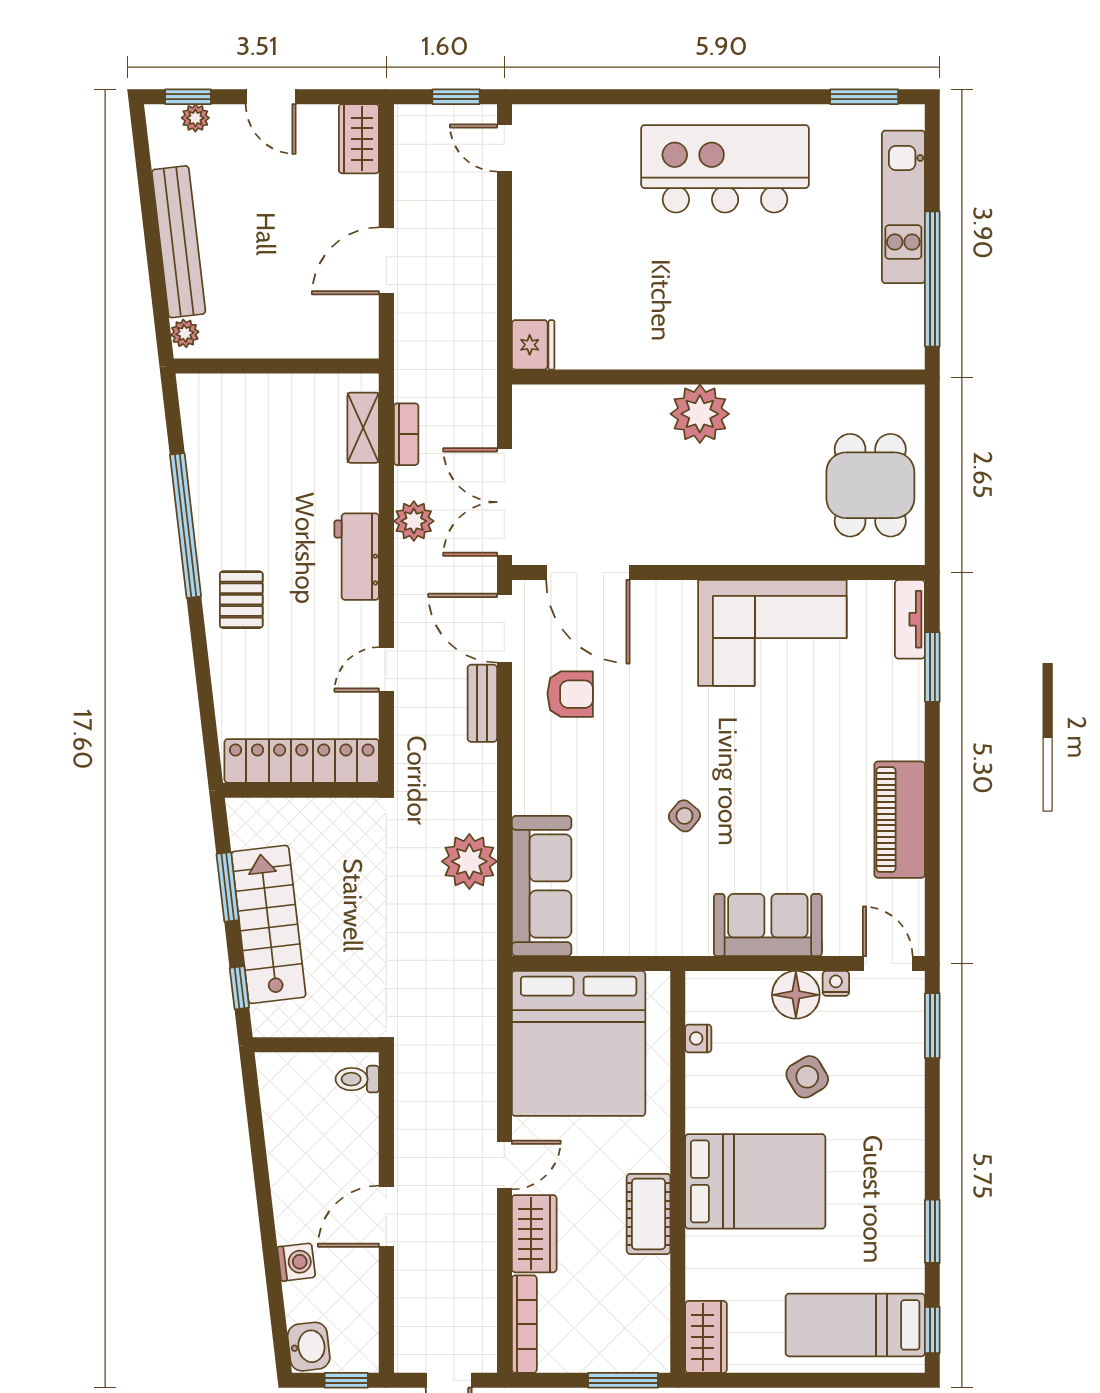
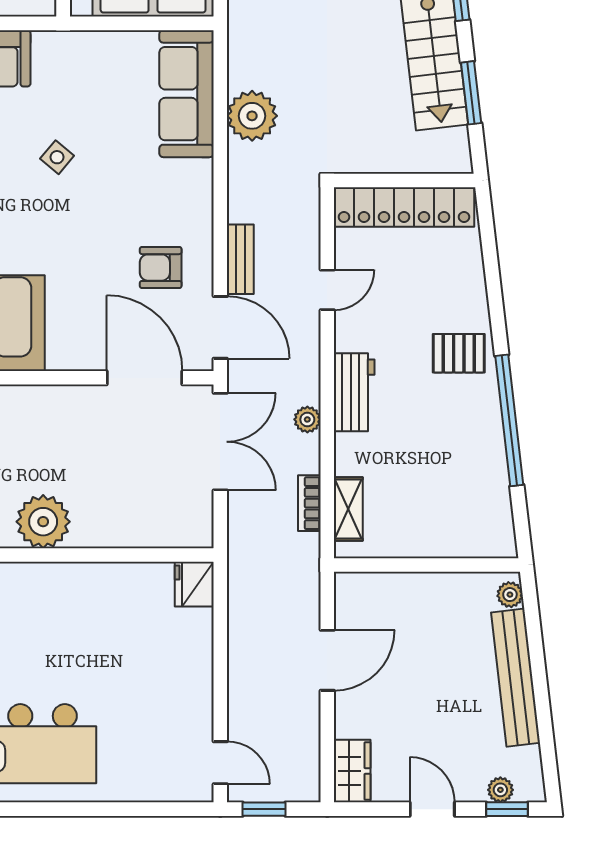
plant: (414, 521) -> (307, 419), width x0.73, depth x0.73
pallet: (241, 600) -> (459, 353), turned 90

